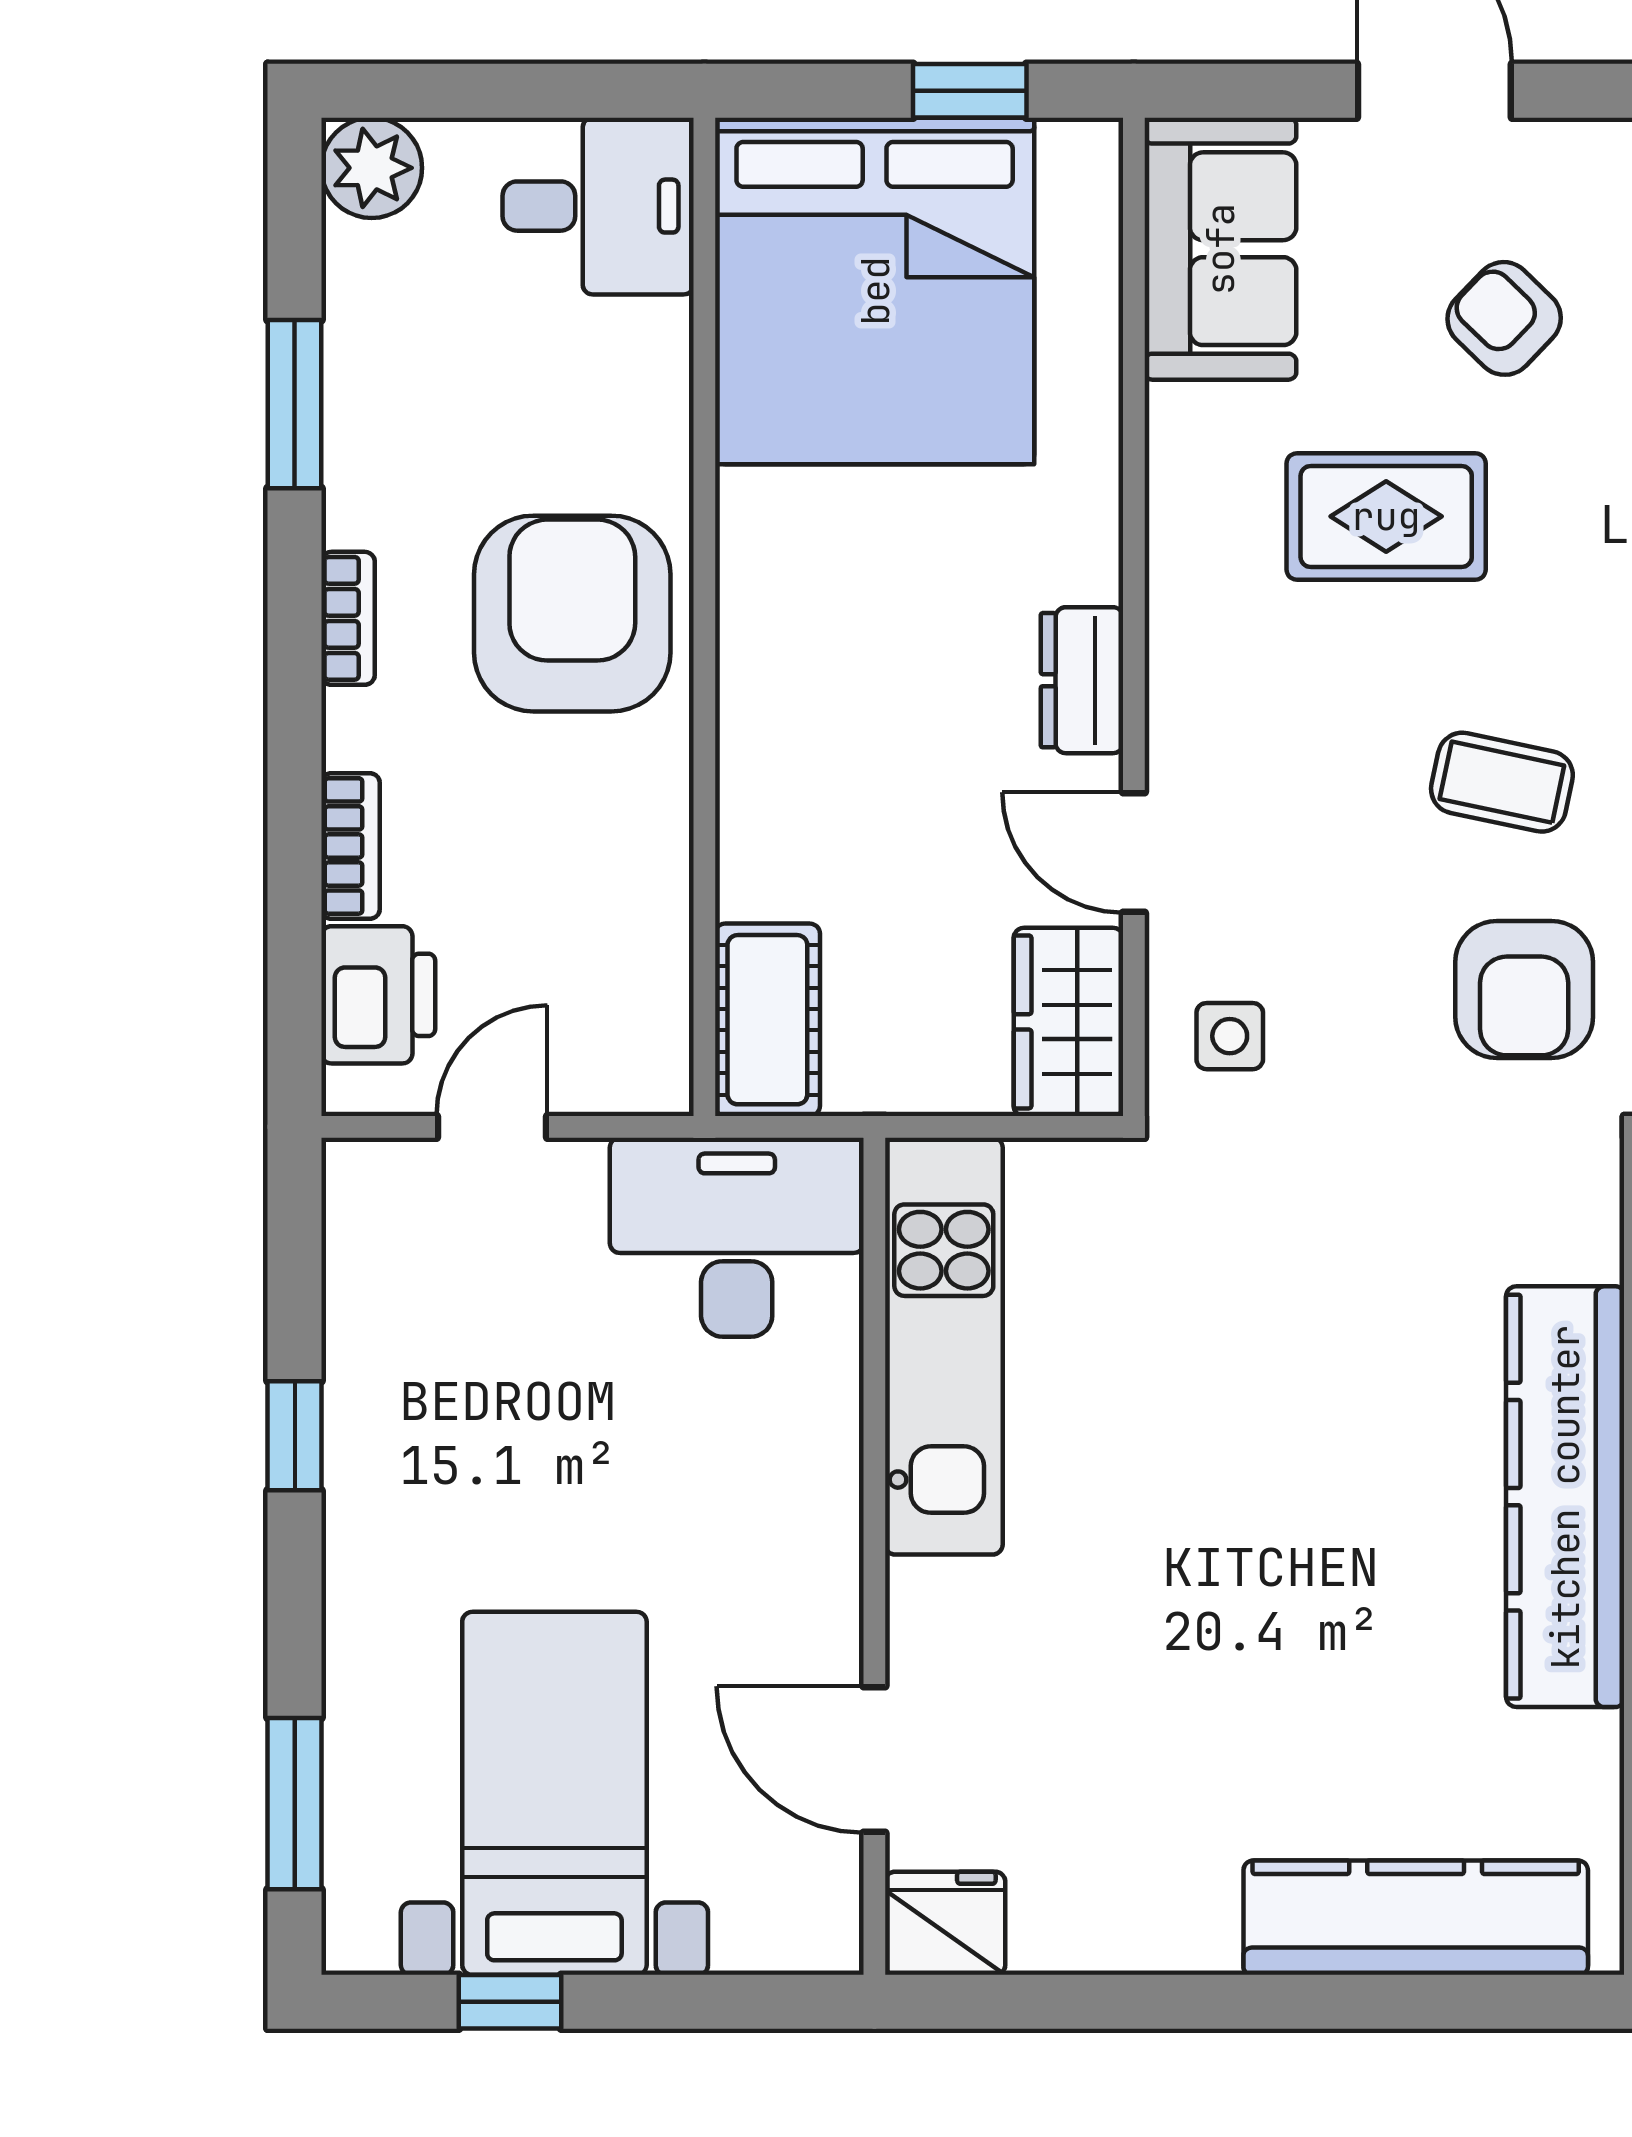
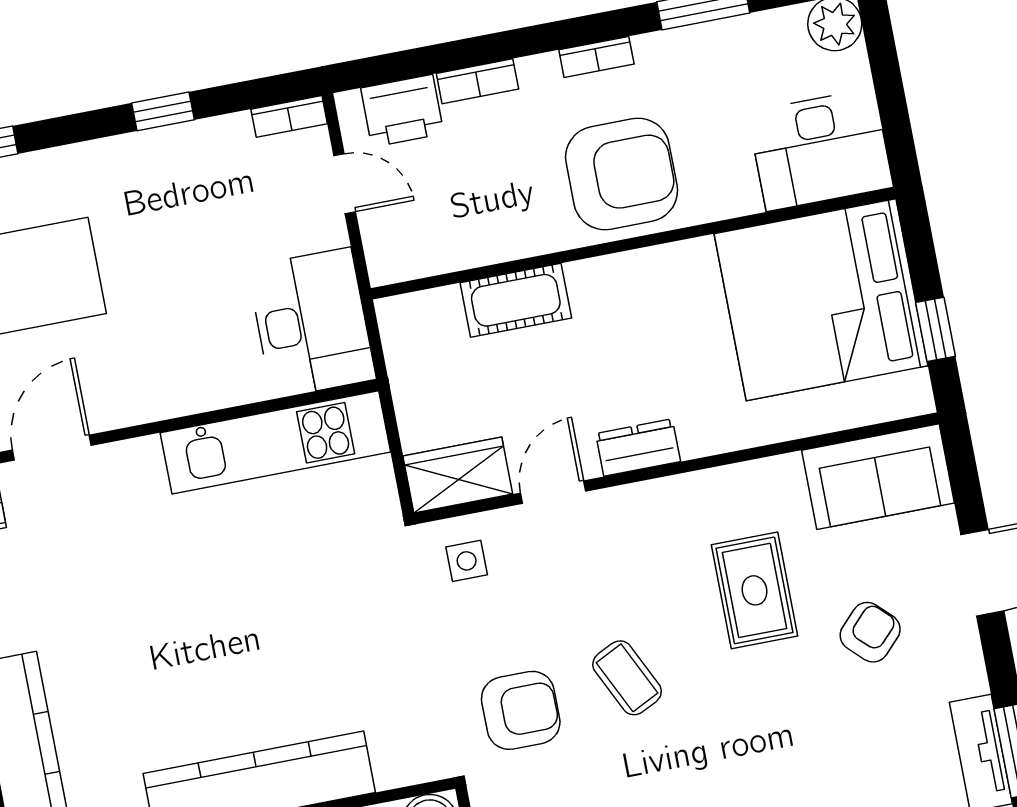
desk: (598, 206) -> (820, 150), width x1.37
coffee table: (1502, 782) -> (627, 678), turned -38
armchair: (1524, 989) -> (521, 710), turned 180
cot: (767, 1020) -> (516, 300), moved
bookcase: (348, 1205) -> (289, 116), added

